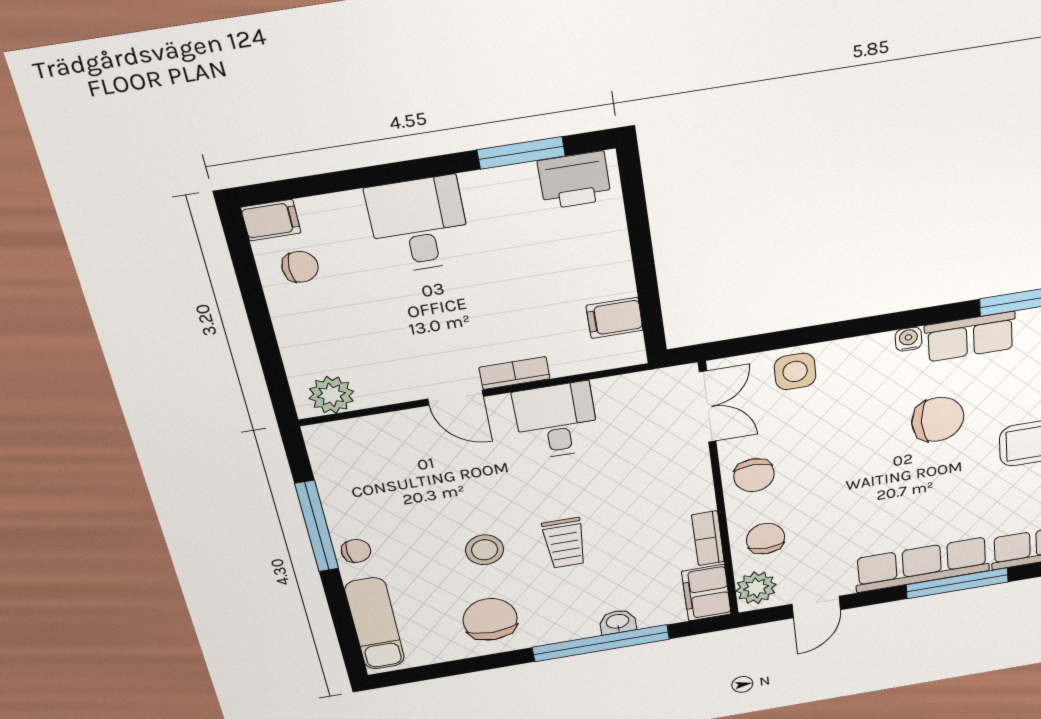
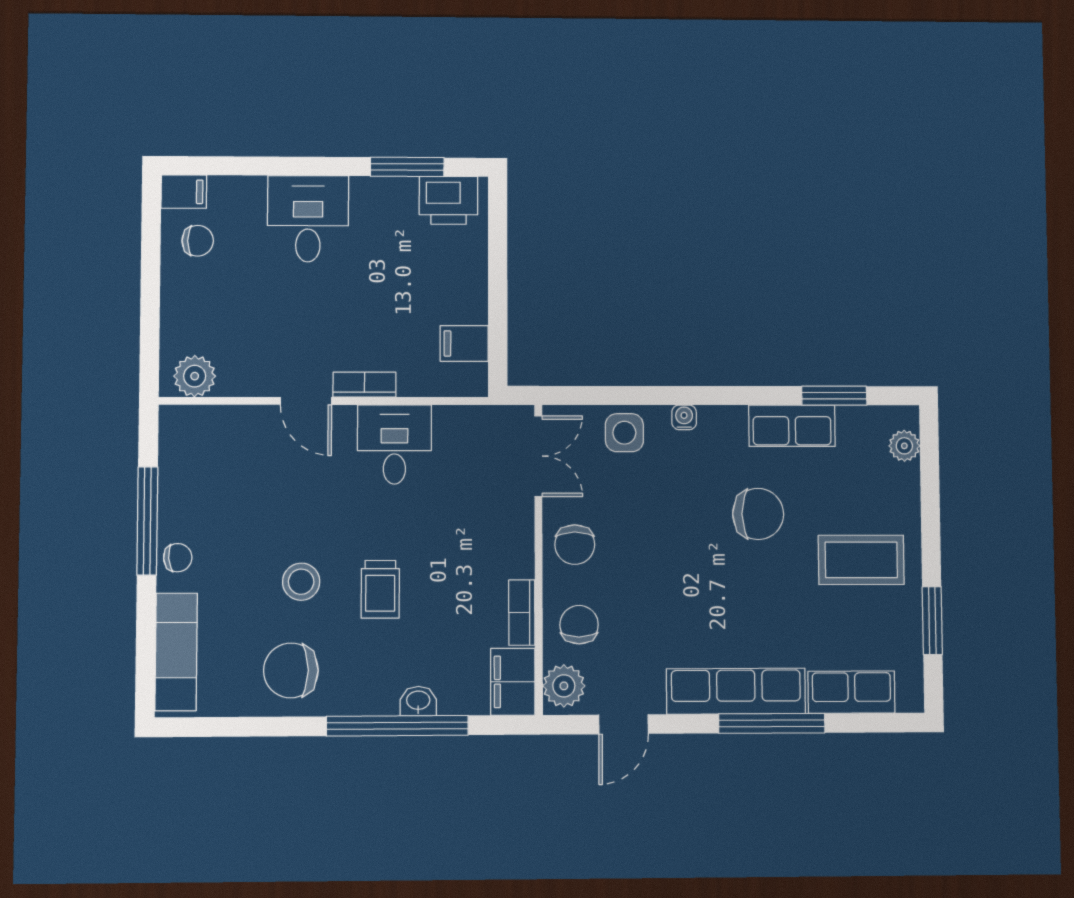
water cooler: (909, 339) -> (684, 417), moved
chair: (490, 619) -> (291, 670), turned -90

